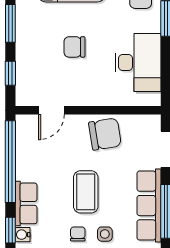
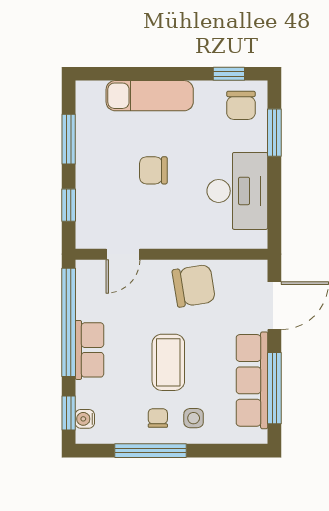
row of seats: (26, 203) -> (89, 350), moved

